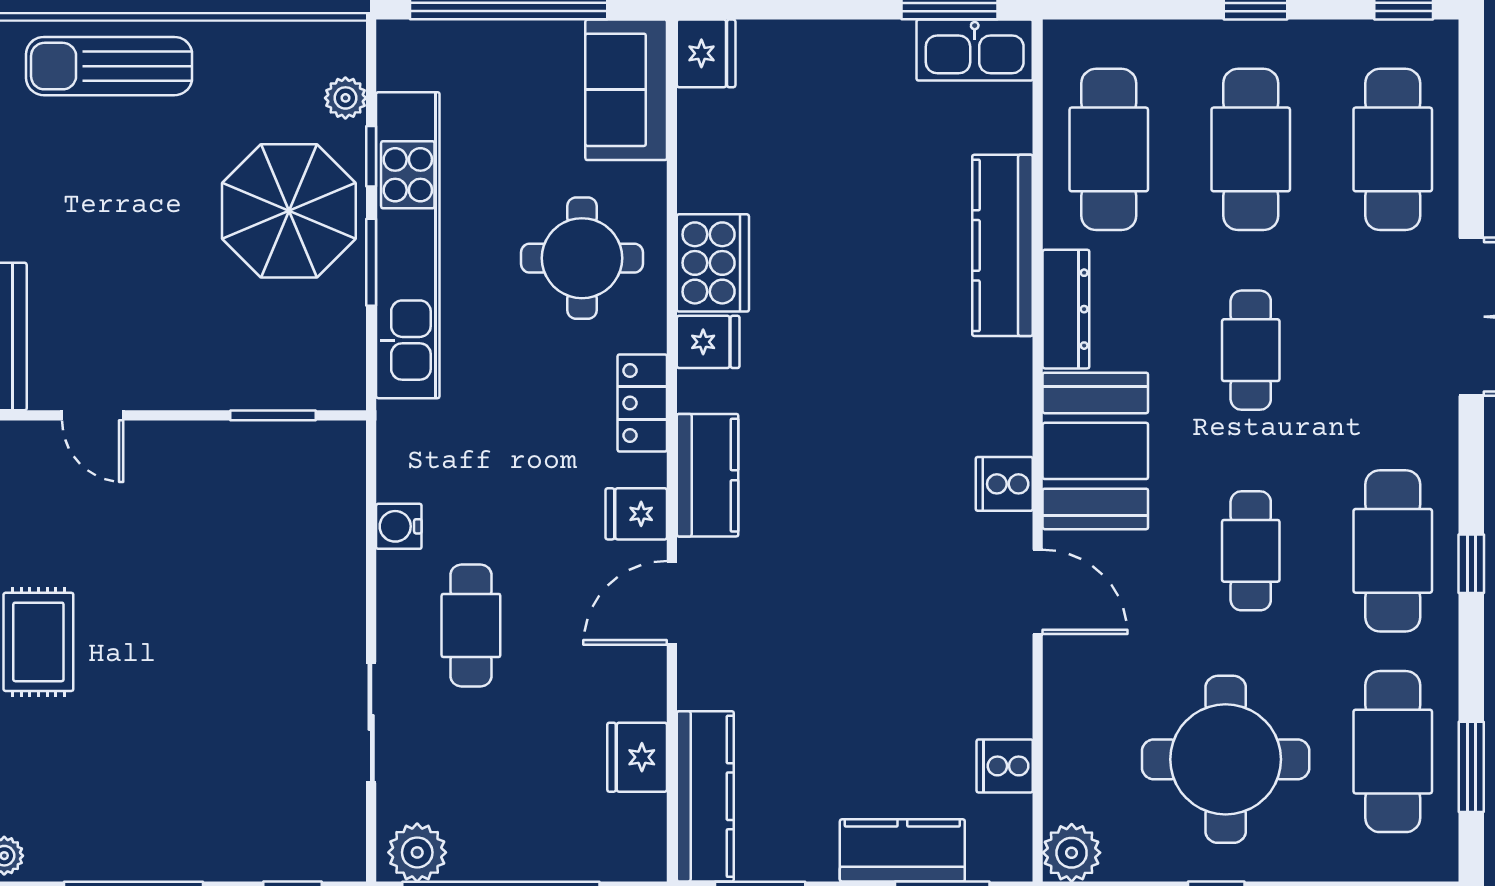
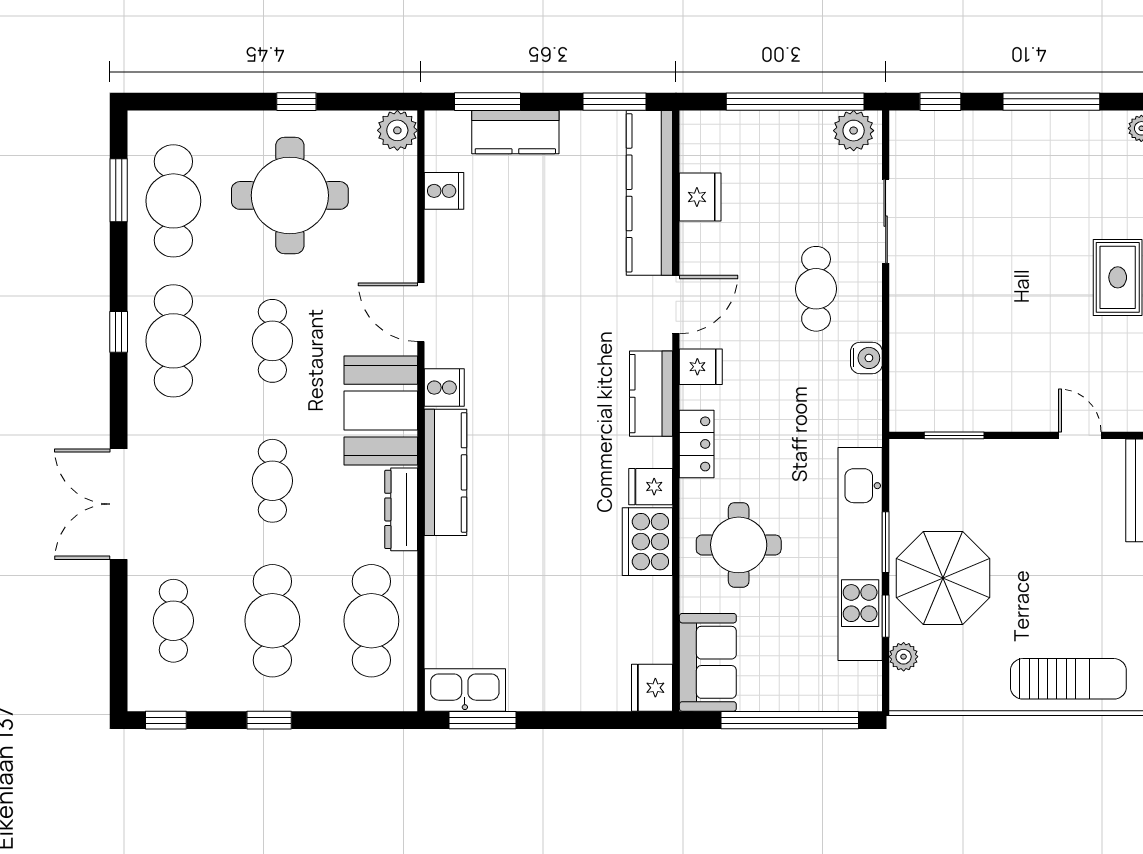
cafe table: (1393, 149) -> (173, 621), width x0.73, depth x0.74
kitchen counter: (1002, 245) -> (445, 472), moved
kitchen counter: (705, 796) -> (649, 193), width x1.39, depth x1.17

